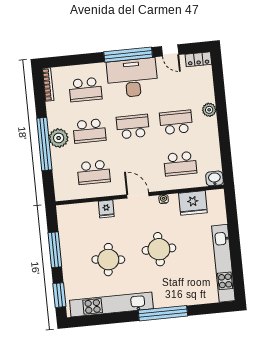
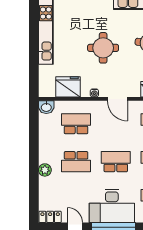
school desk: (133, 127) -> (116, 162), turned 180

